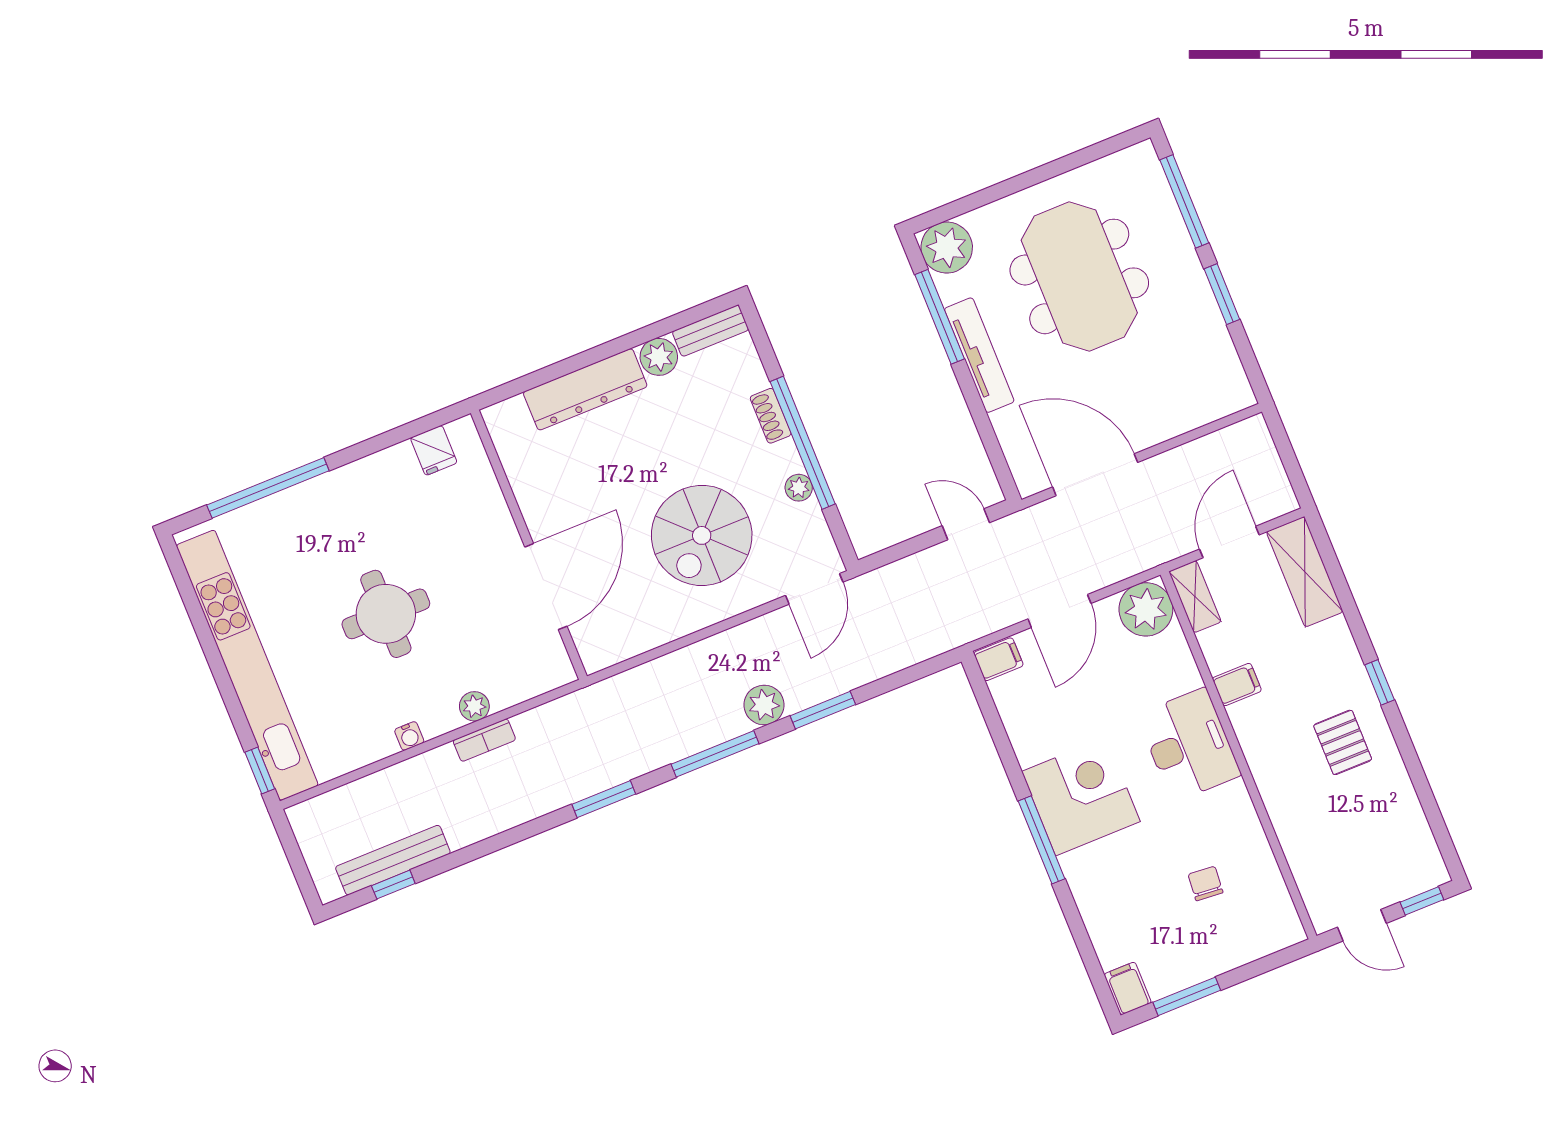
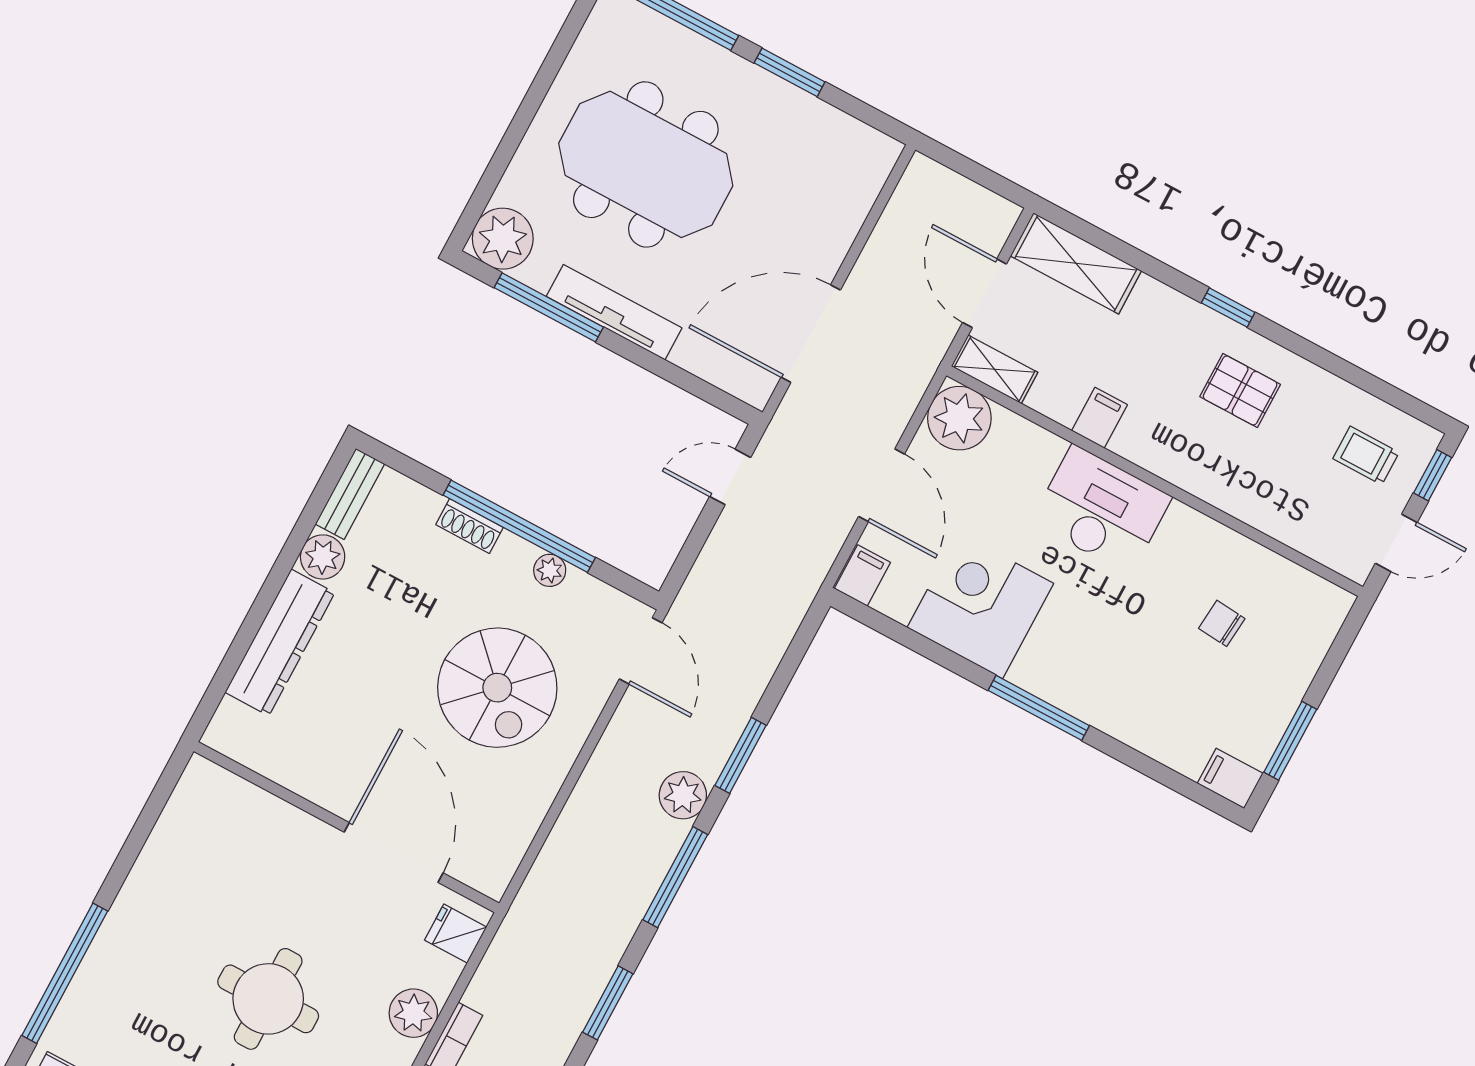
fridge: (434, 450) -> (456, 934), moved, turned 180
plant: (474, 706) -> (413, 1013), width x1.38, depth x1.38
corner desk: (1081, 796) -> (980, 605), moved
trolley: (1389, 852) -> (1366, 455), added

